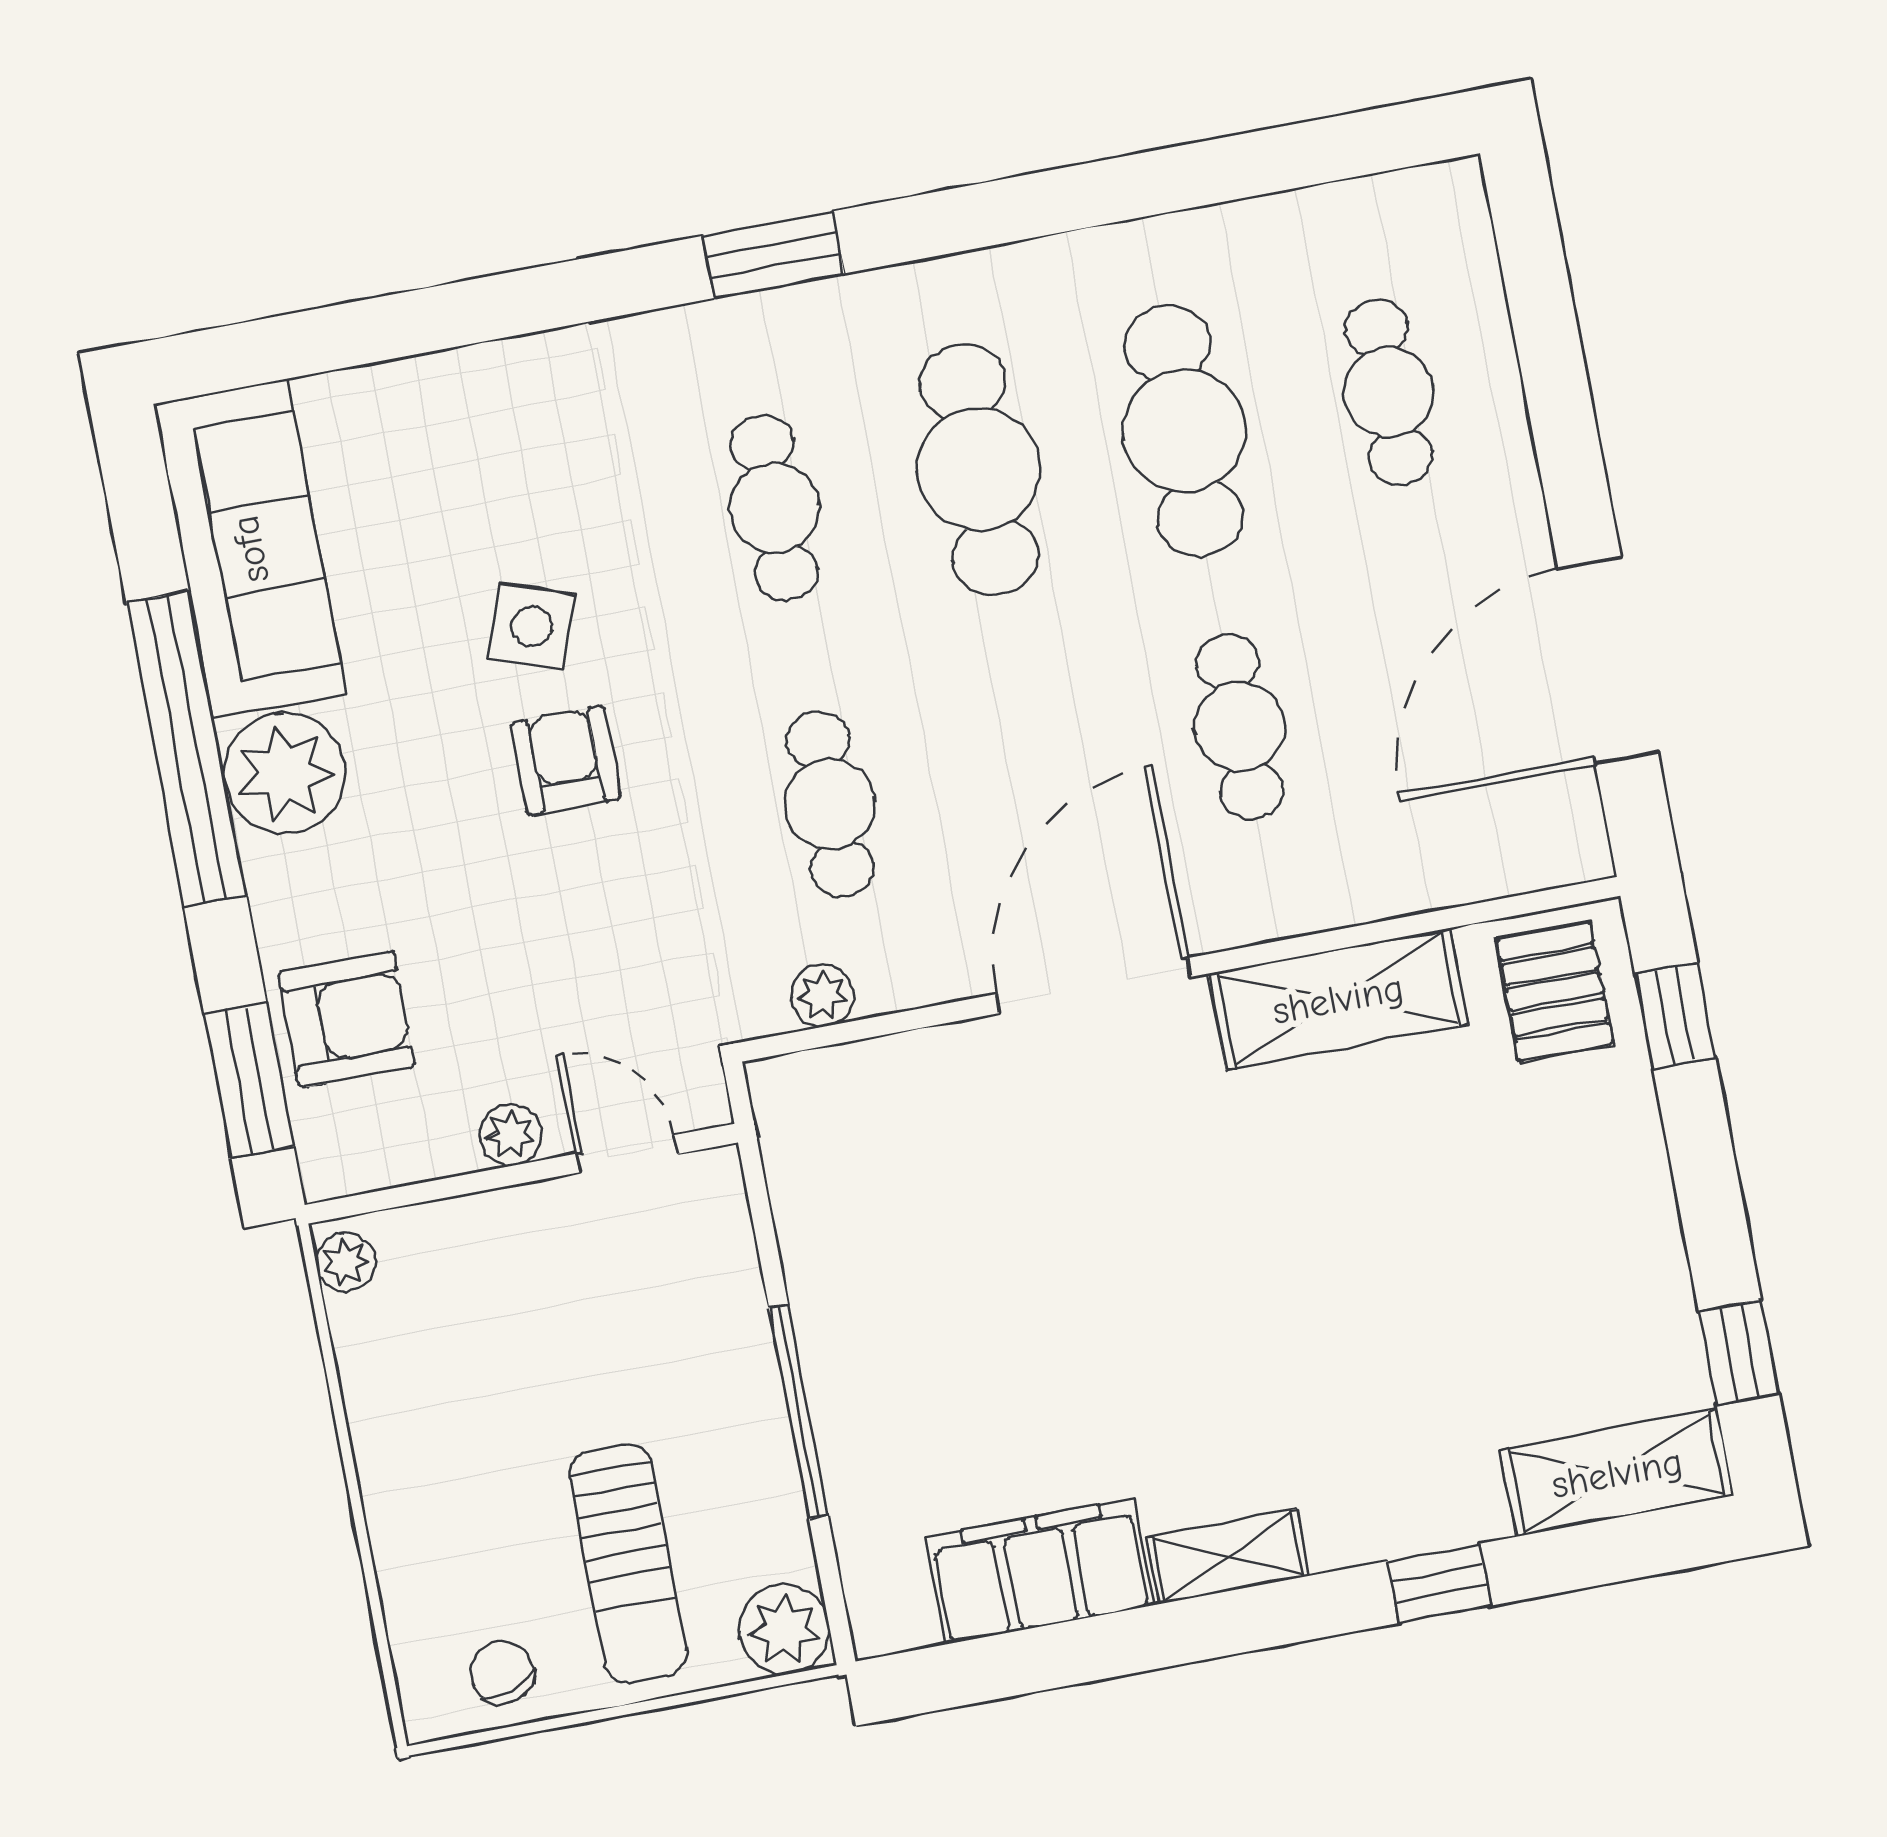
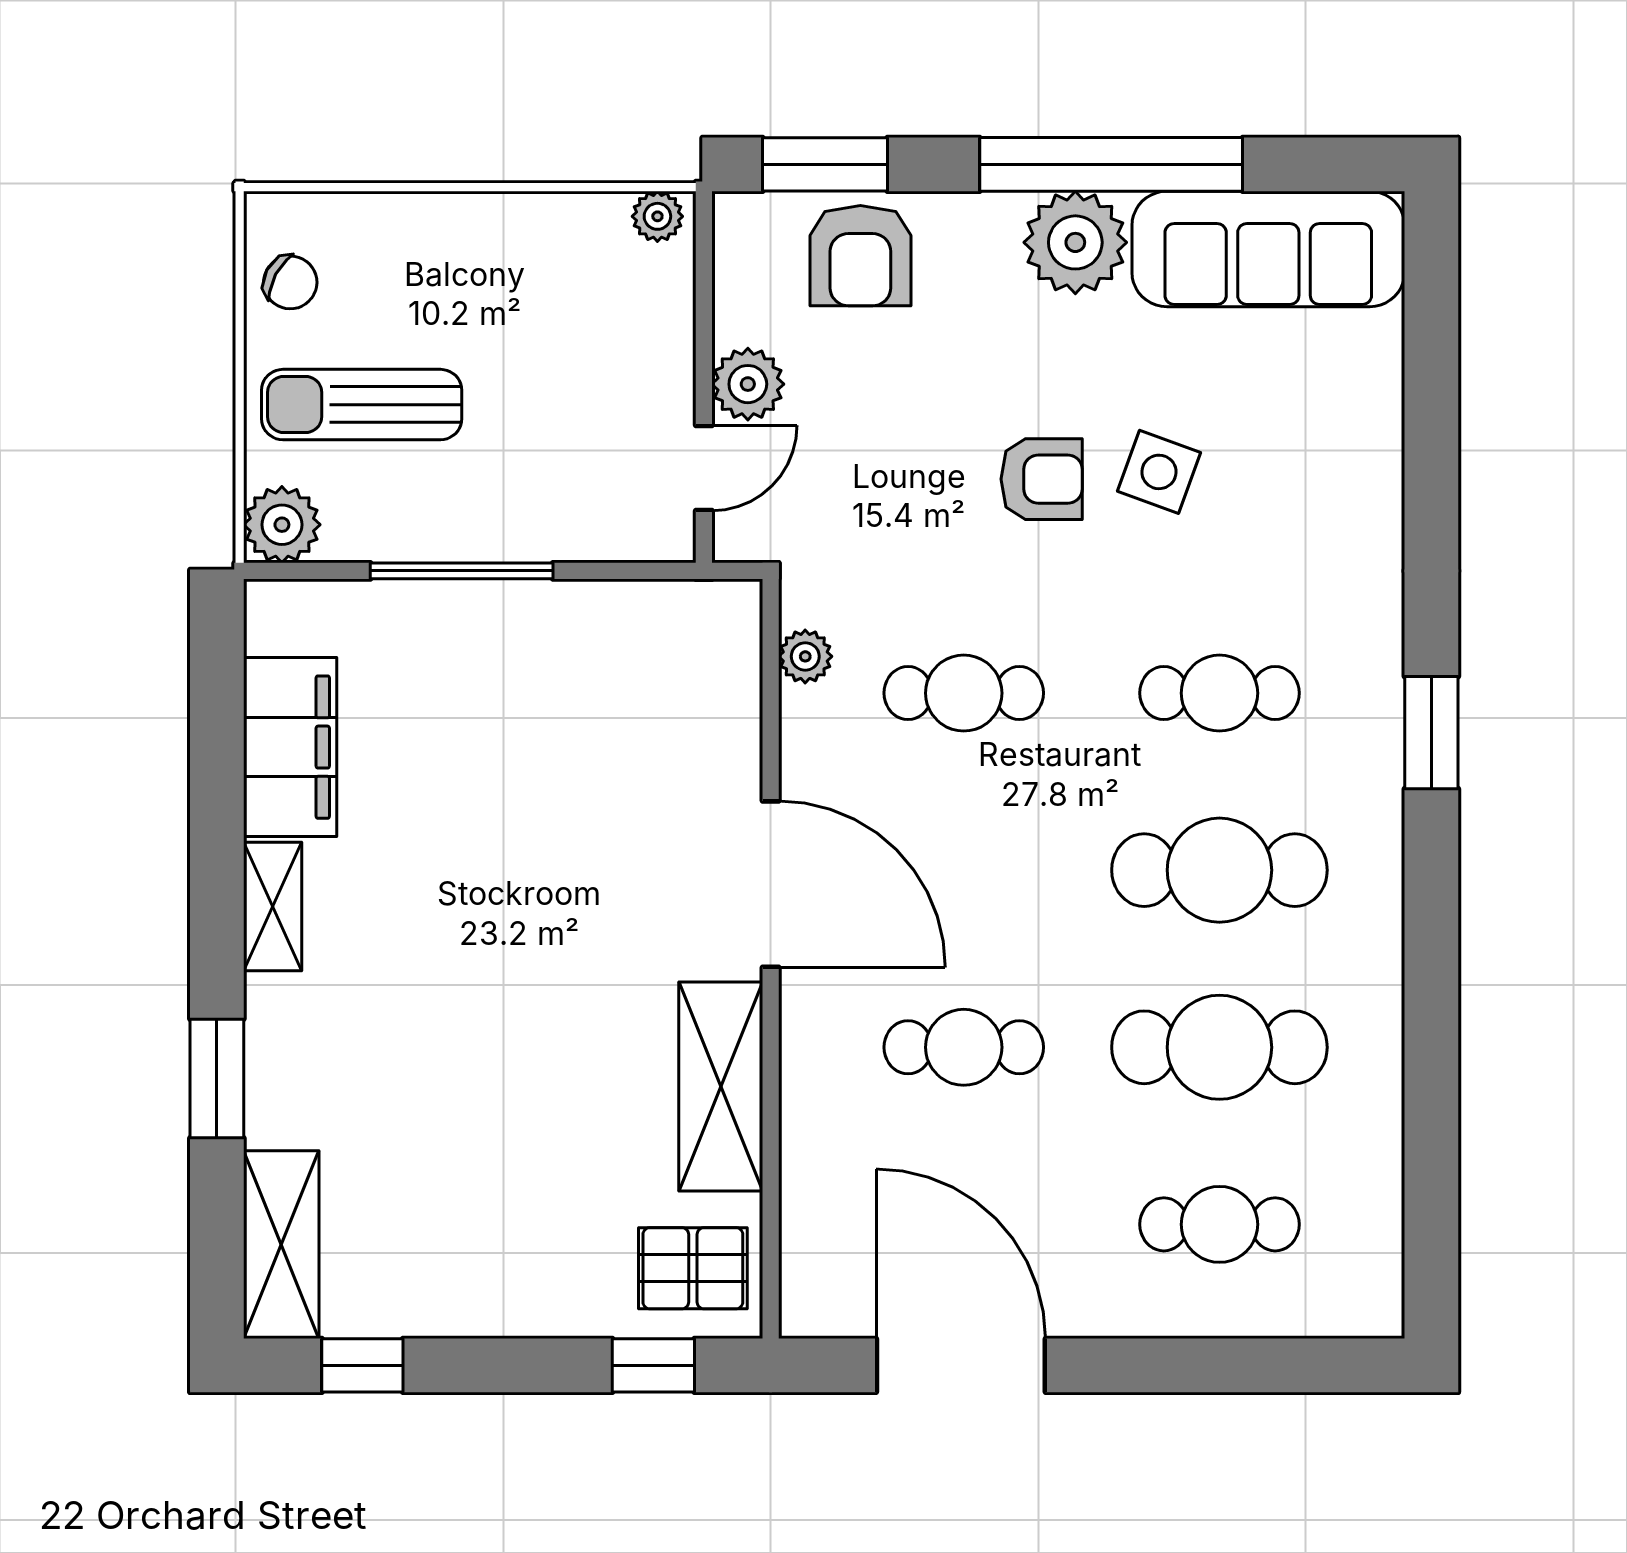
plant: (511, 1135) -> (748, 384), width x1.38, depth x1.38
window: (1439, 1583) -> (217, 1079), width x1.50
chair: (502, 1673) -> (290, 282), turned 45

